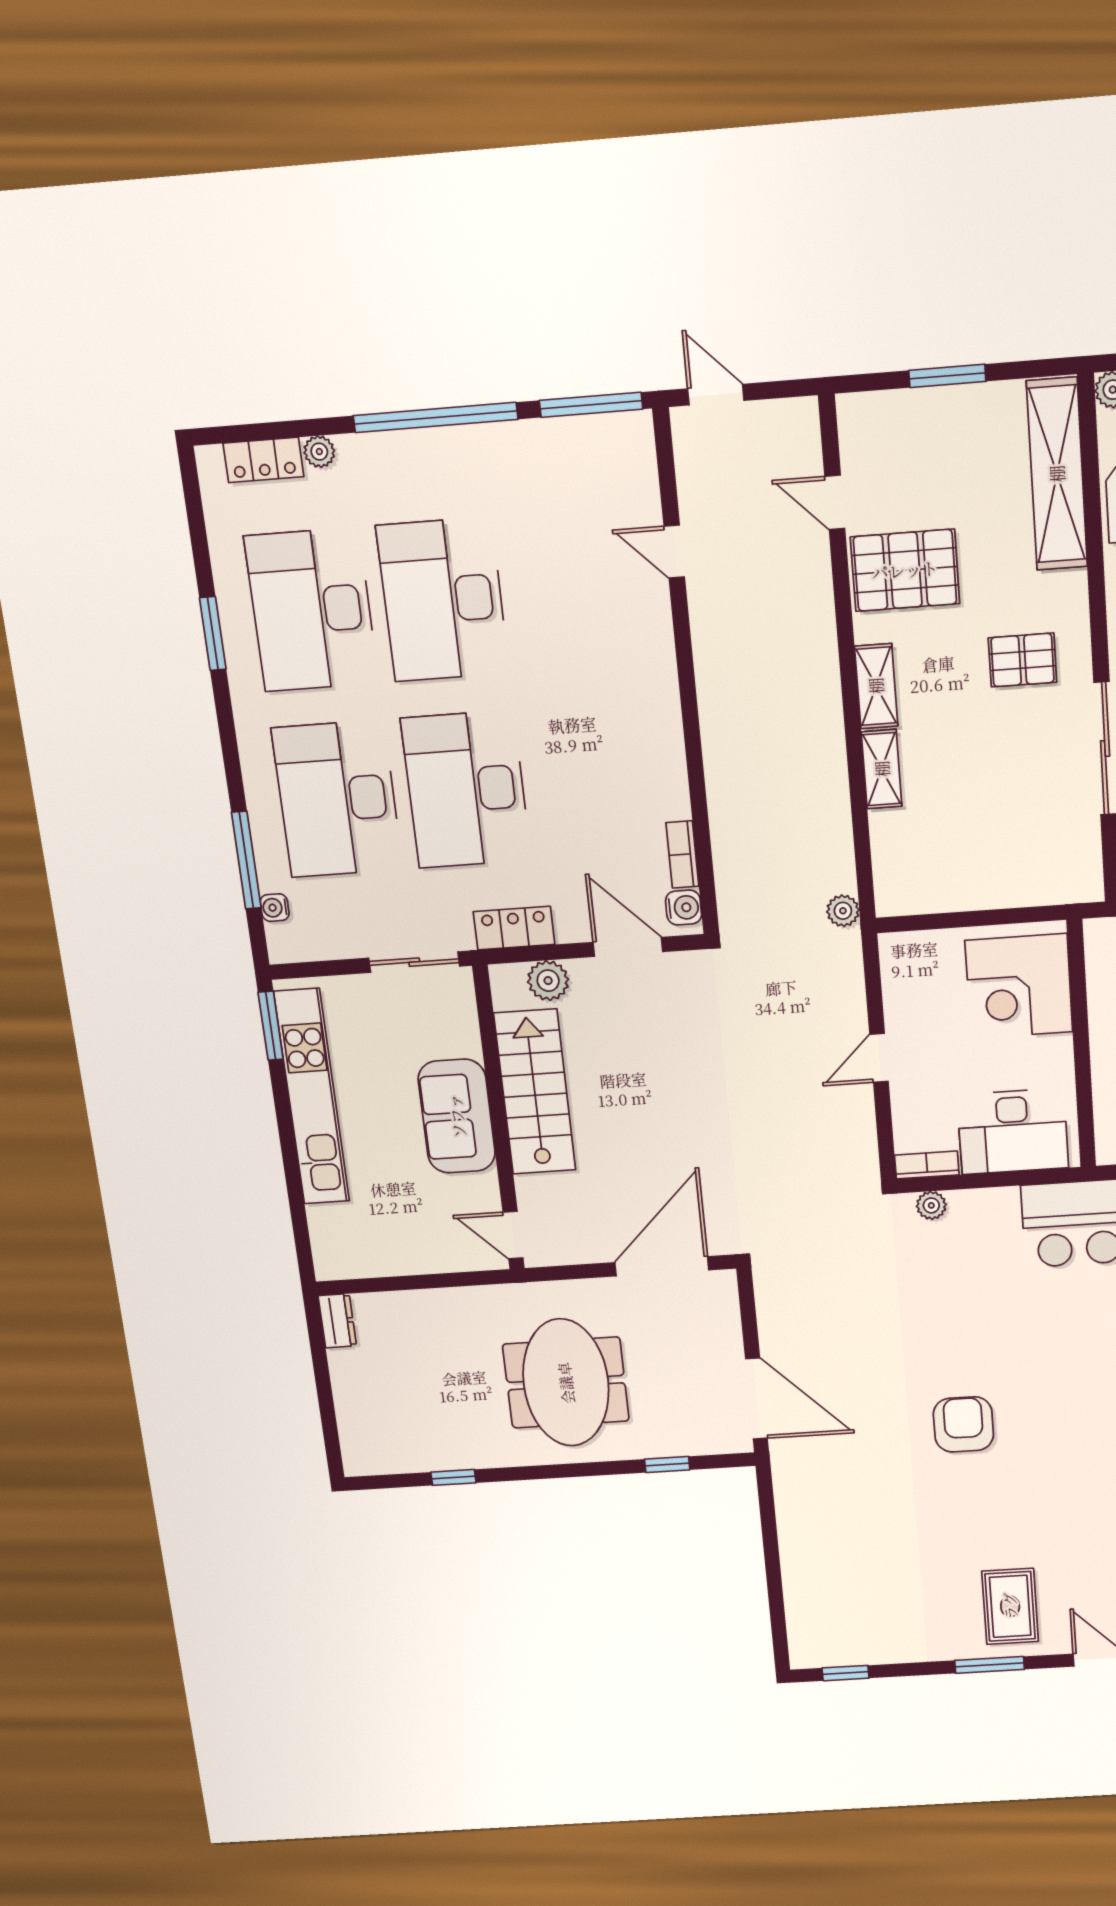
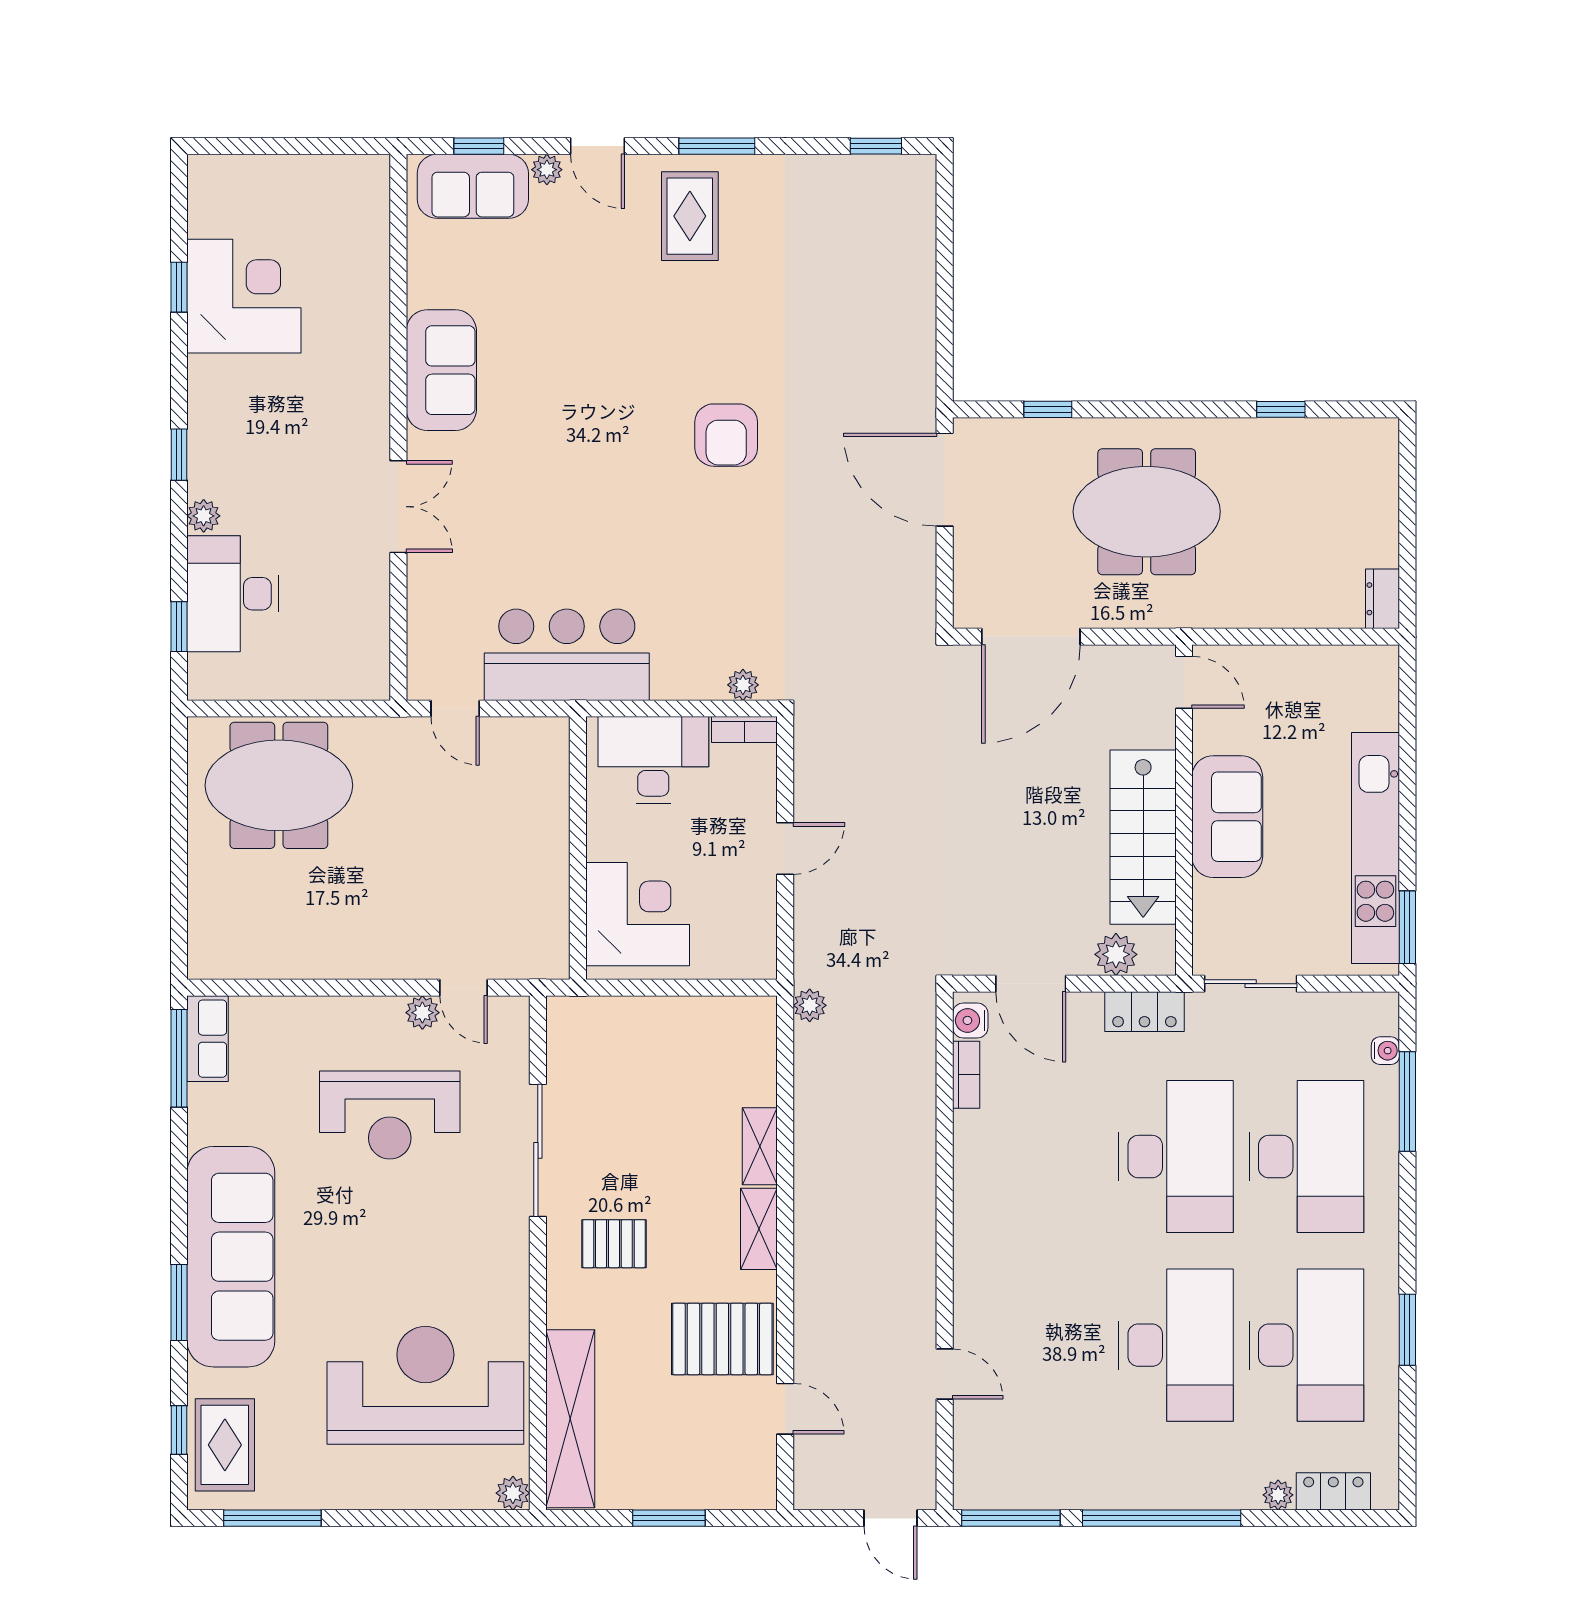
meeting table: (566, 1383) -> (1147, 512), turned 90

